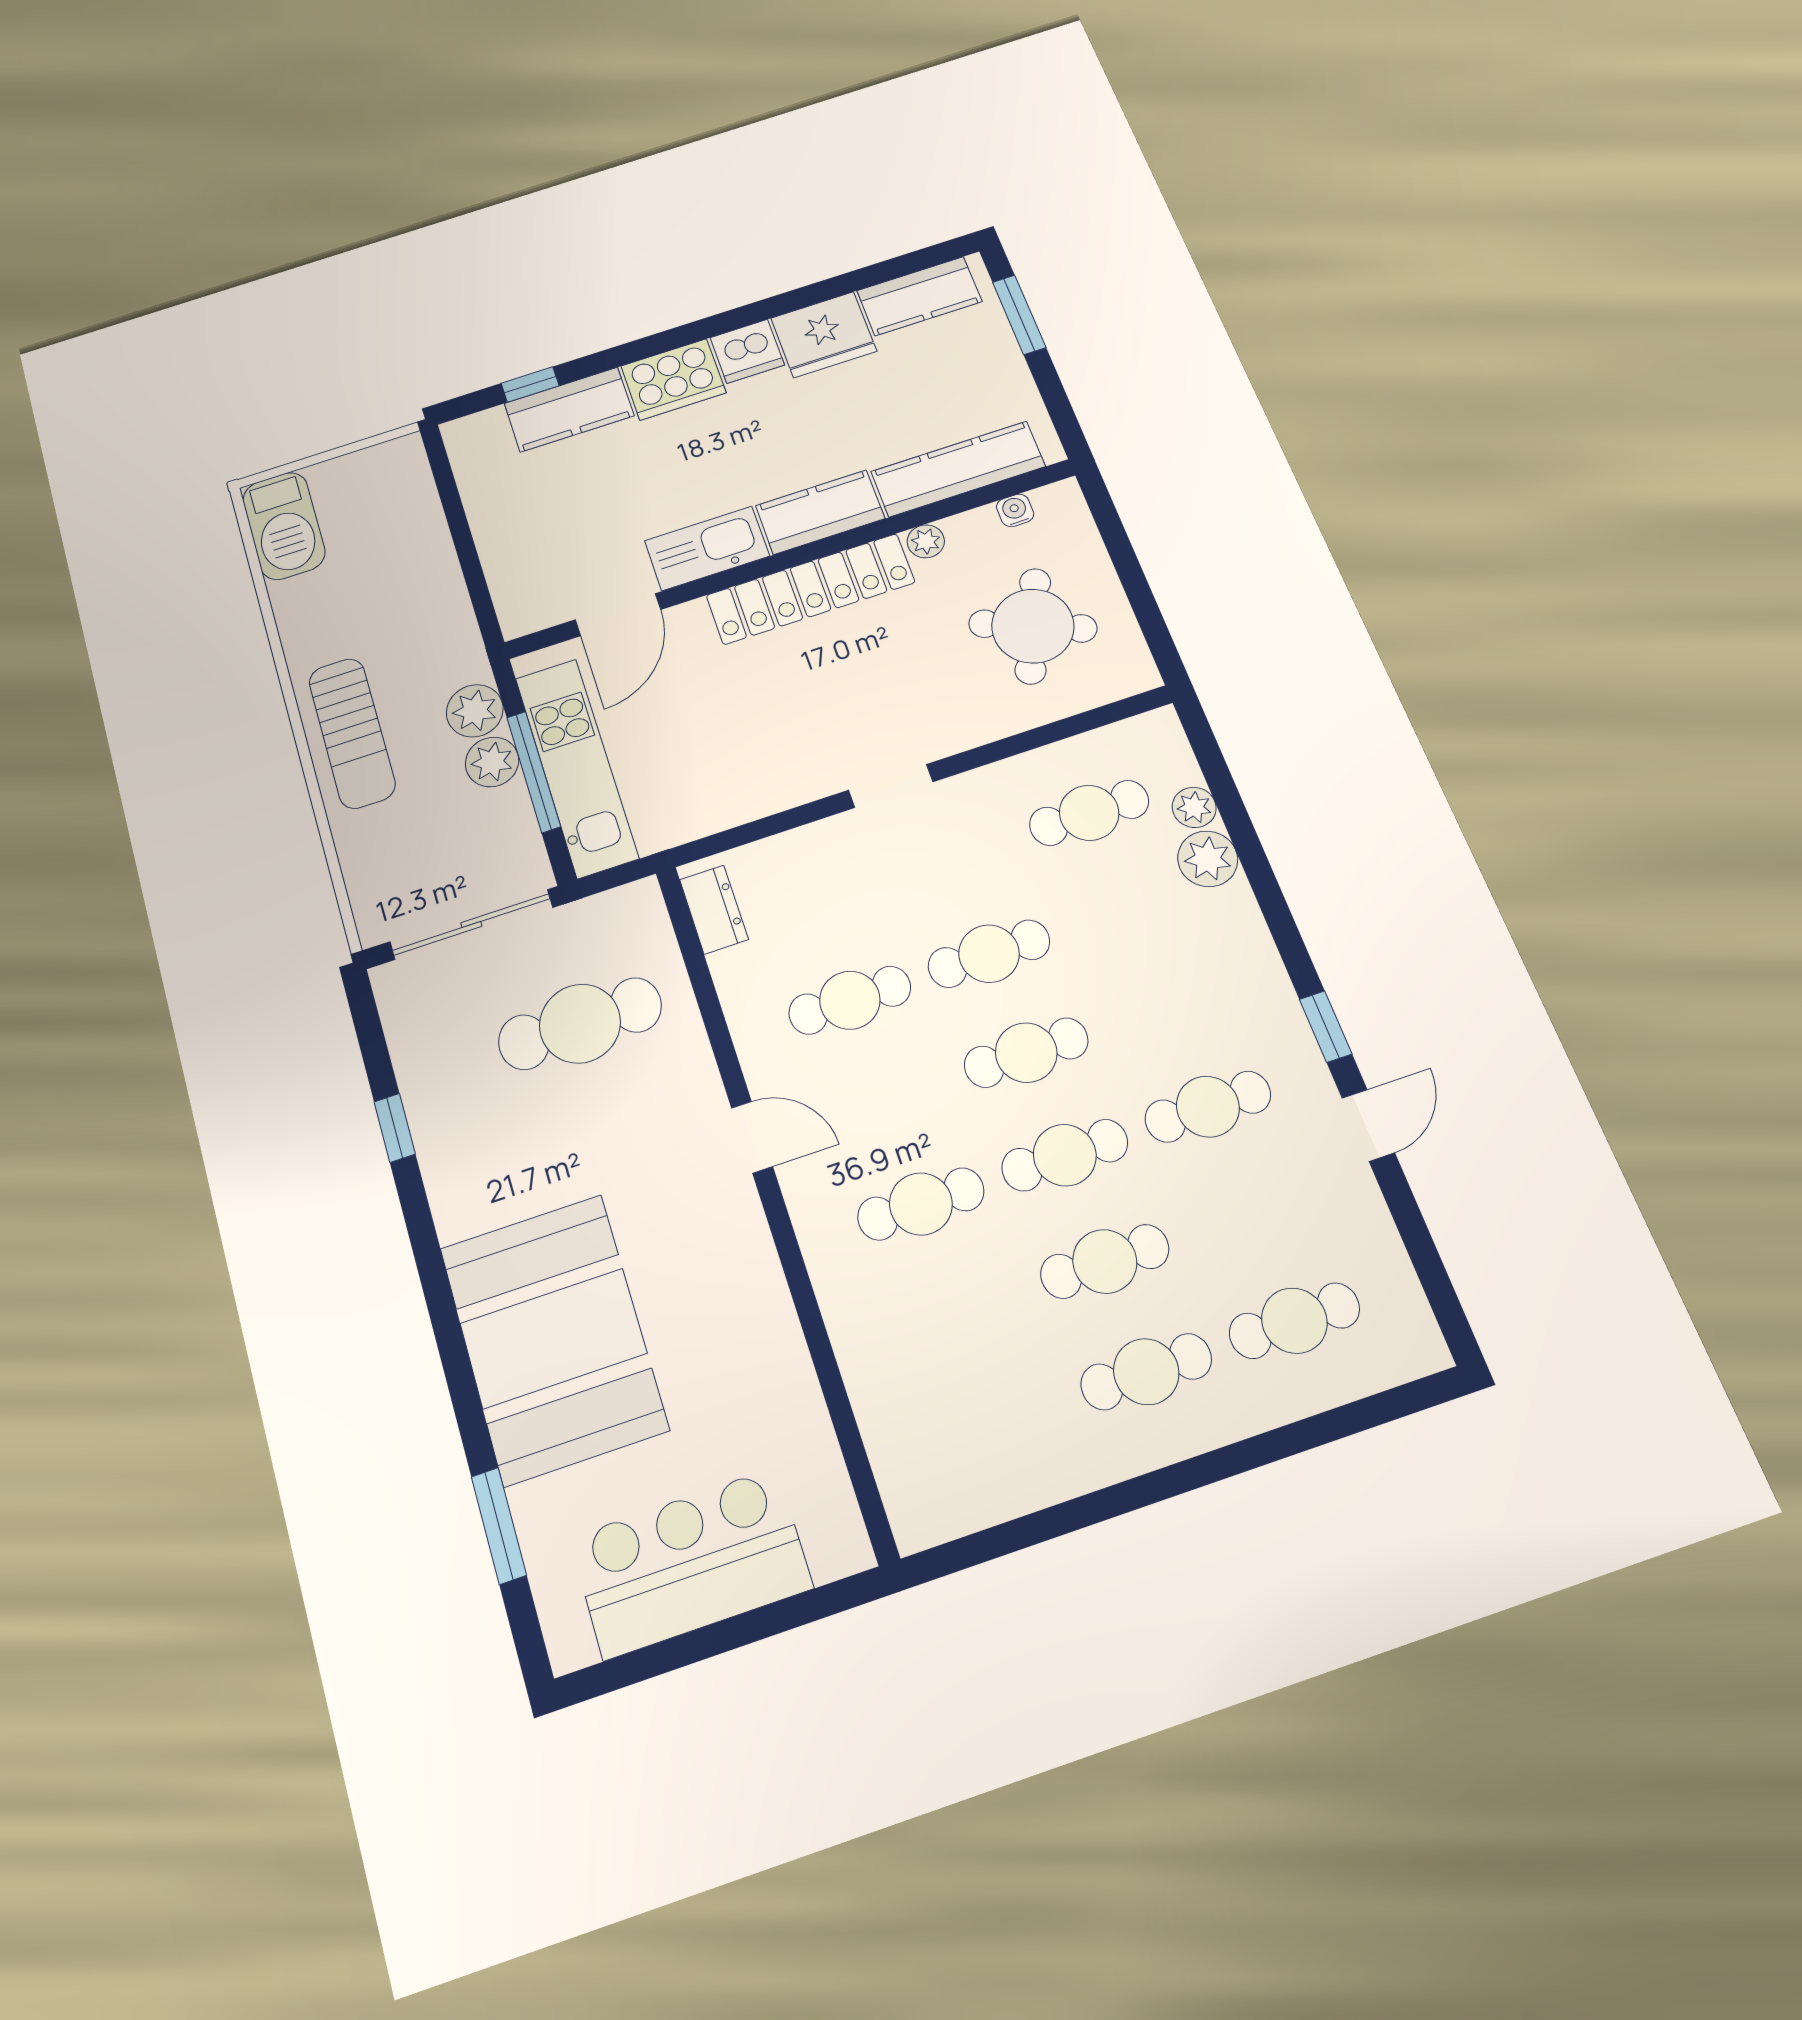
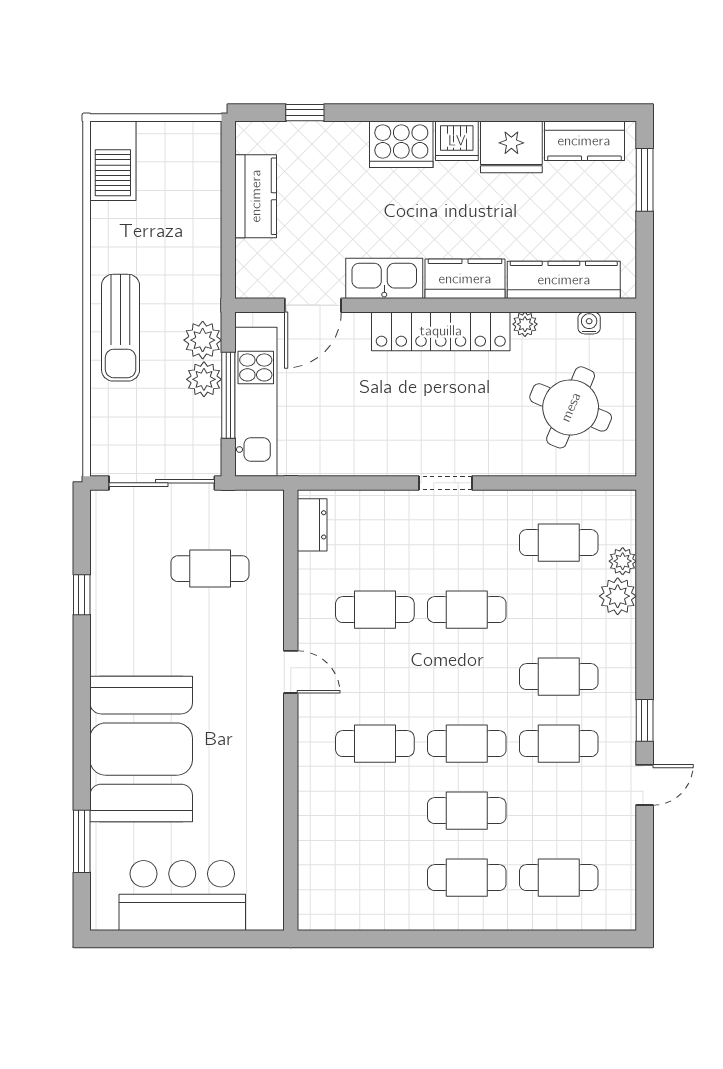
kitchen counter: (569, 410) -> (256, 196), moved, turned -90
cafe table: (580, 1024) -> (210, 569), width x0.73, depth x0.74
cafe table: (1026, 1053) -> (559, 677), moved

